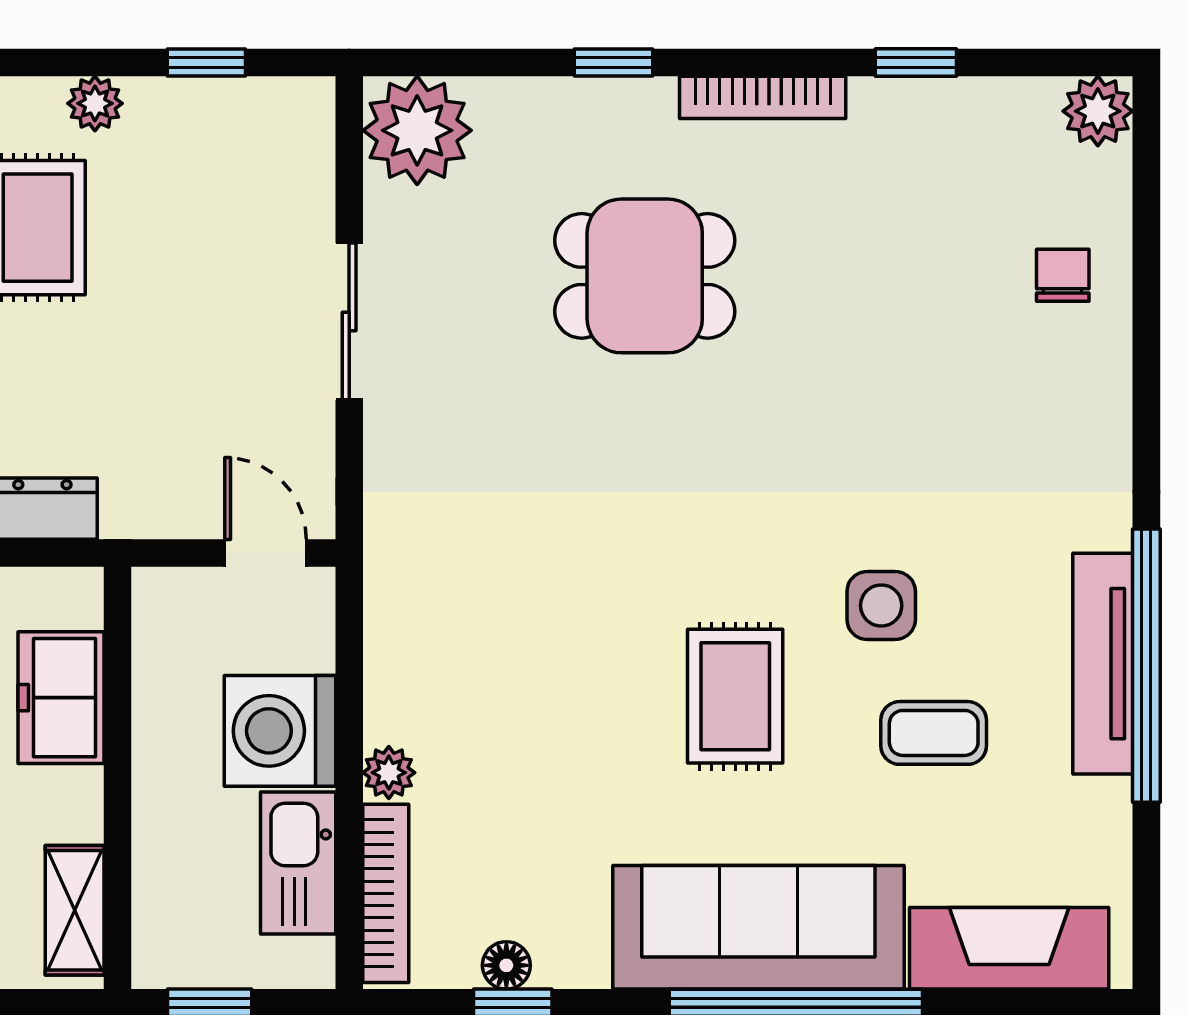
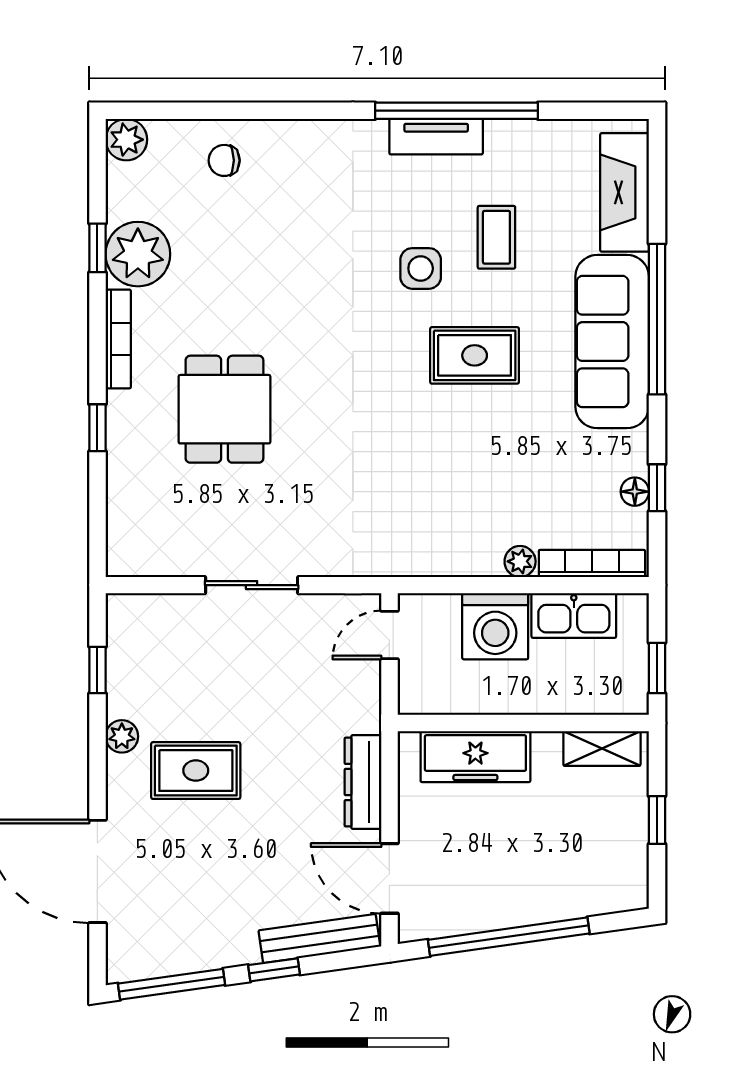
plant: (417, 130) -> (138, 254), moved
tv unit: (1103, 664) -> (436, 137), width x0.71
freezer: (61, 698) -> (475, 757), width x1.40

